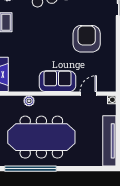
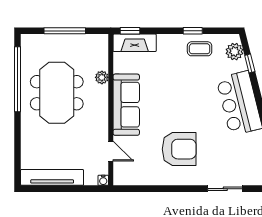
sofa: (57, 81) -> (126, 105), width x1.36
meeting table: (41, 137) -> (57, 93), width x0.73

